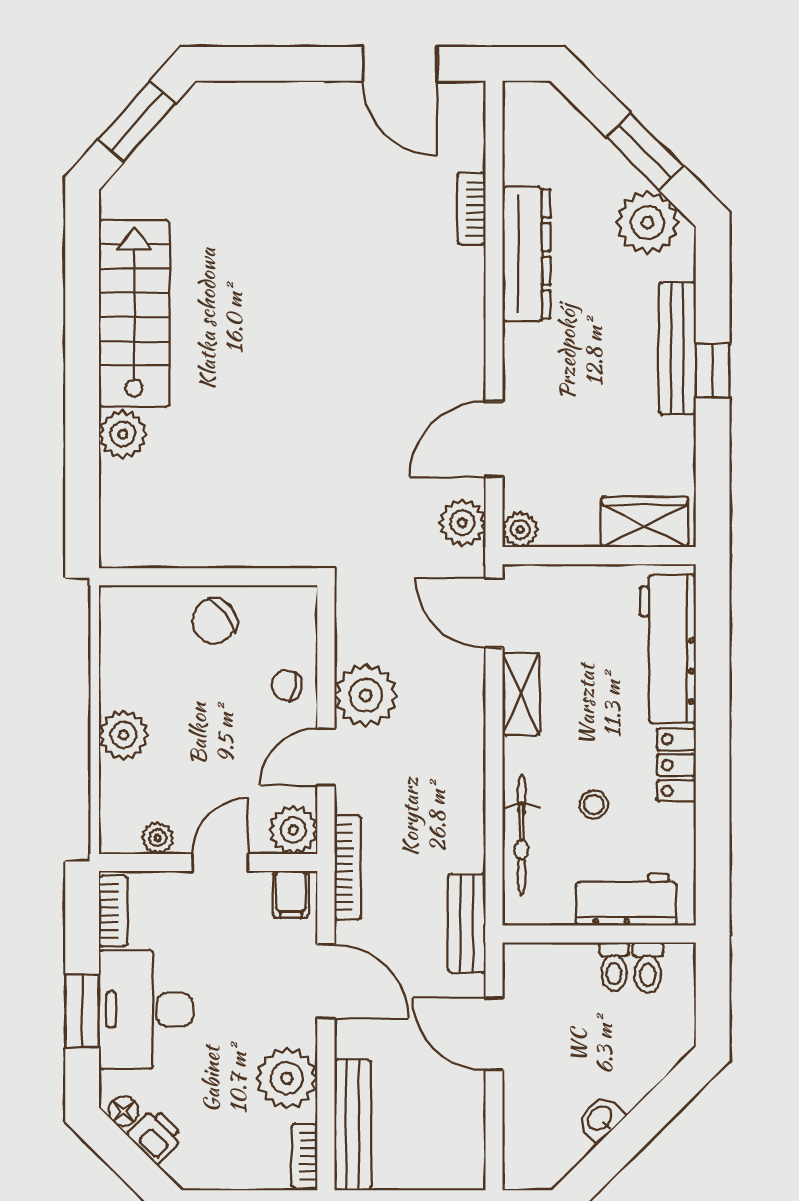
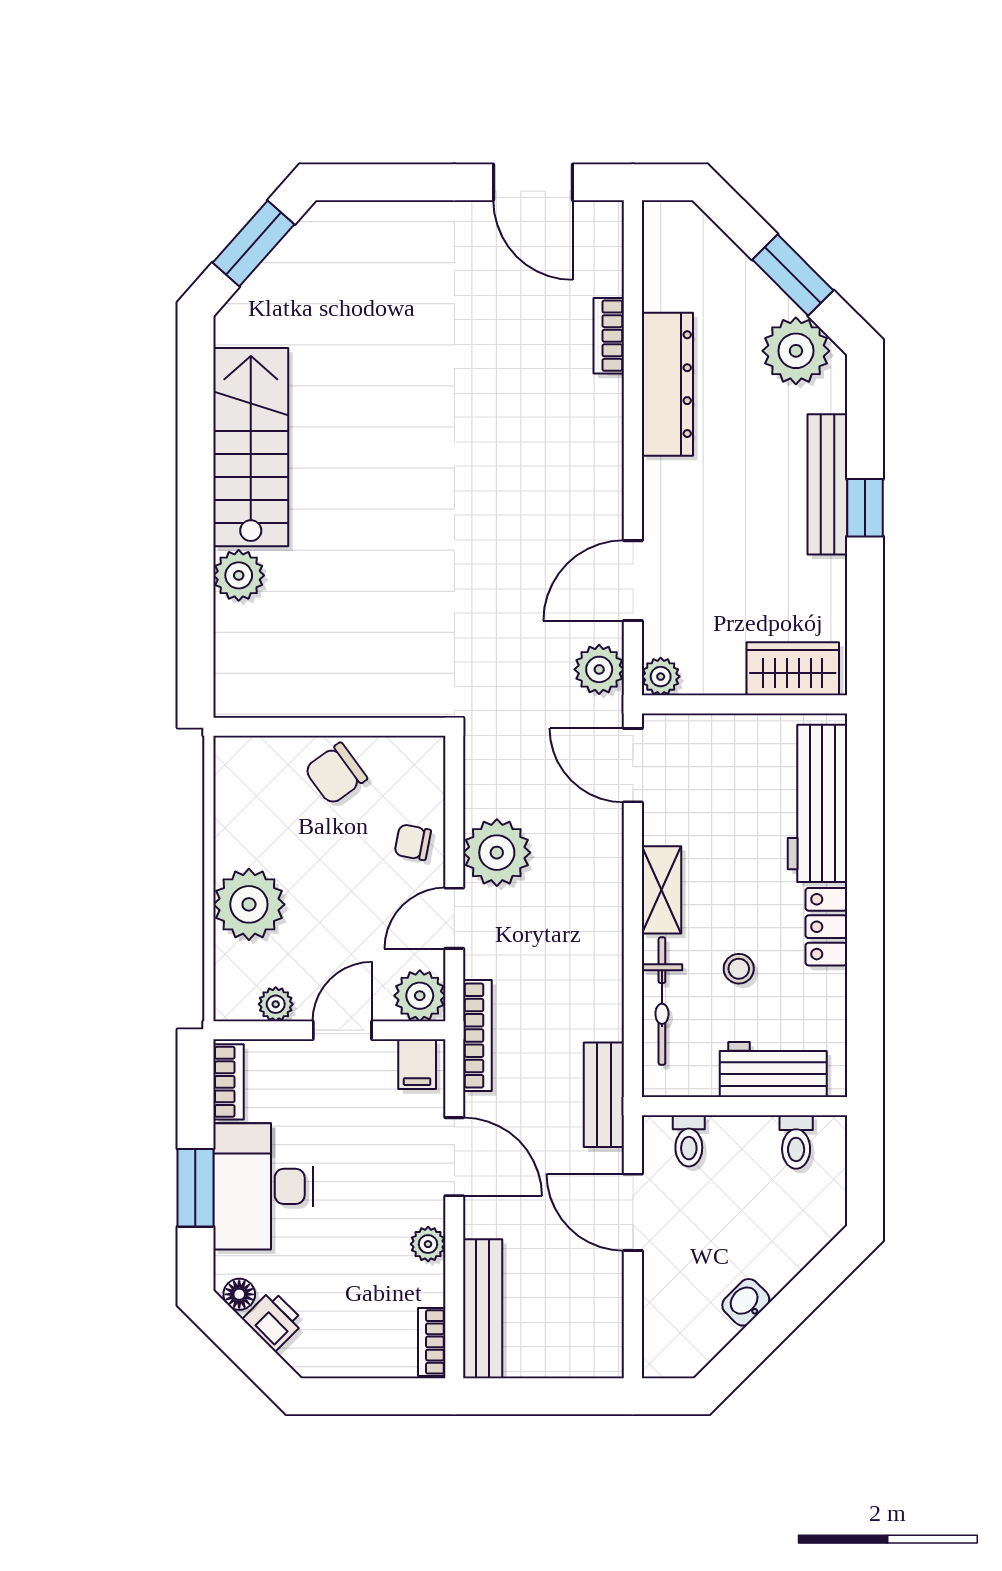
shelving: (521, 694) -> (661, 890), moved
plant: (124, 735) -> (249, 904), width x1.36, depth x1.36
toilet: (614, 967) -> (689, 1141), moved
plant: (287, 1078) -> (428, 1244), width x0.53, depth x0.53

